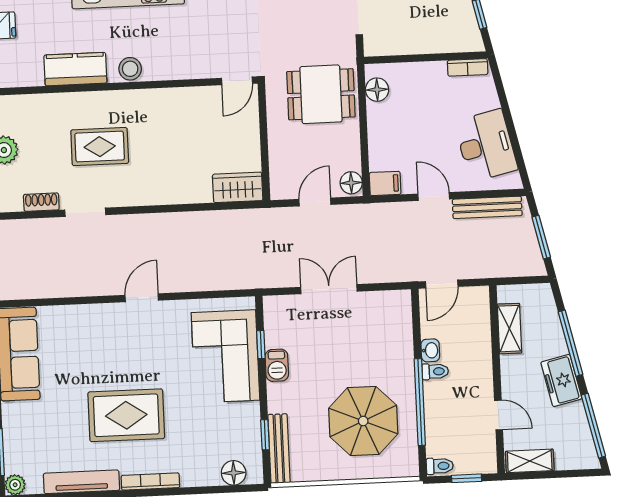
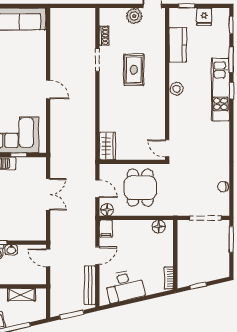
kitchen counter: (75, 69) -> (178, 45), moved
dining table: (321, 94) -> (140, 188), moved

